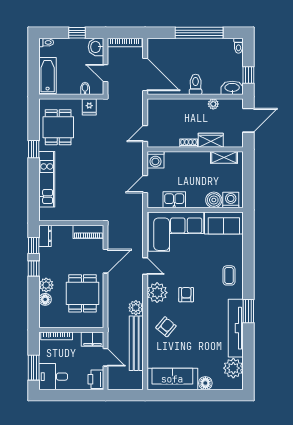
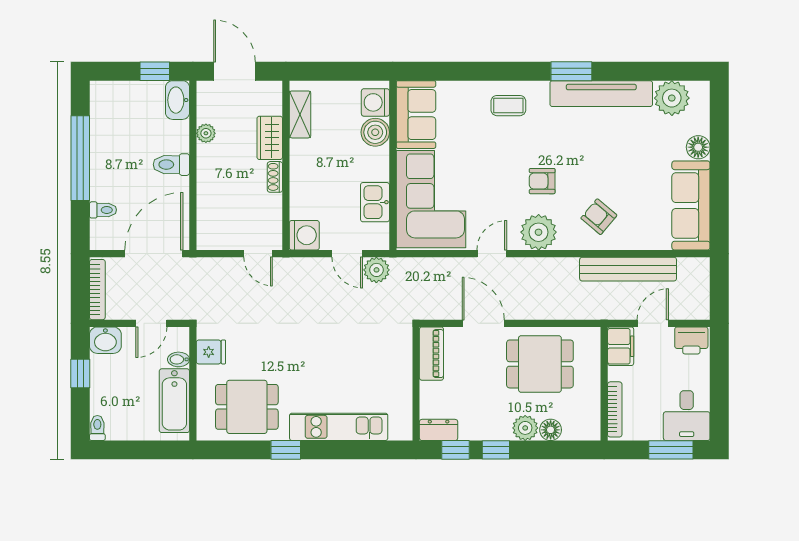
toilet: (238, 46) -> (103, 210), moved
bathtub: (48, 76) -> (174, 401), moved, turned -90
plant: (136, 308) -> (376, 270), moved

